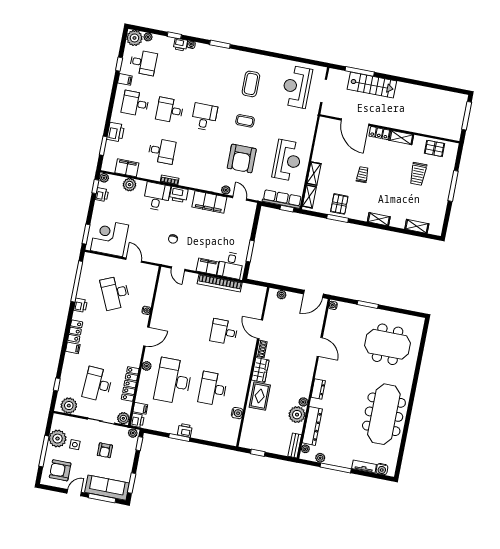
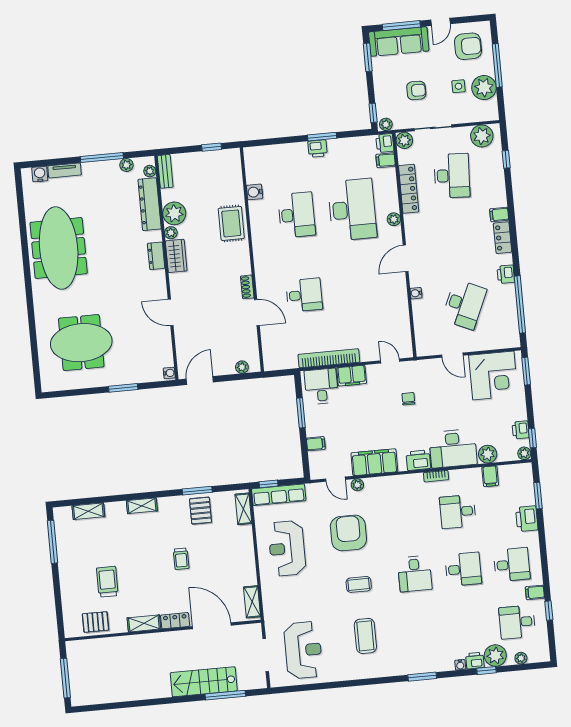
plant: (134, 38) -> (495, 656), moved
filing cabinet: (127, 168) -> (490, 476), width x0.50
shelving: (314, 174) -> (252, 602), moved
window: (453, 186) -> (53, 542), moved
desk: (157, 196) -> (453, 448), width x1.37
filing cabinet: (246, 227) -> (316, 444), added
desk: (115, 293) -> (464, 304), turned 48
wardrobe: (260, 370) -> (176, 256), moved, turned 180
armchair: (105, 450) -> (416, 90), turned 90

